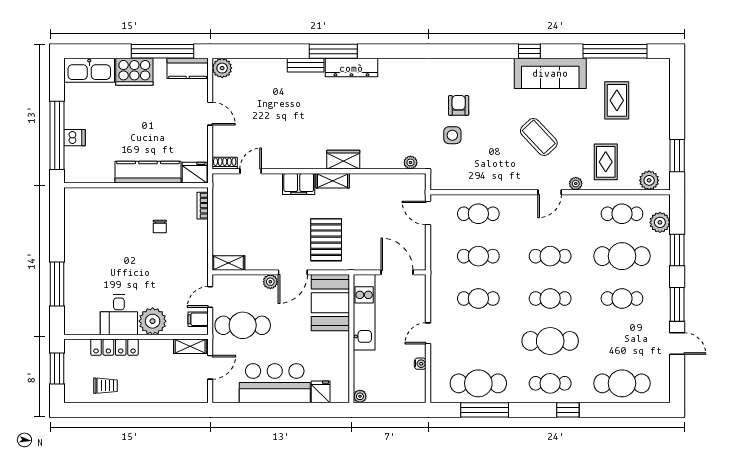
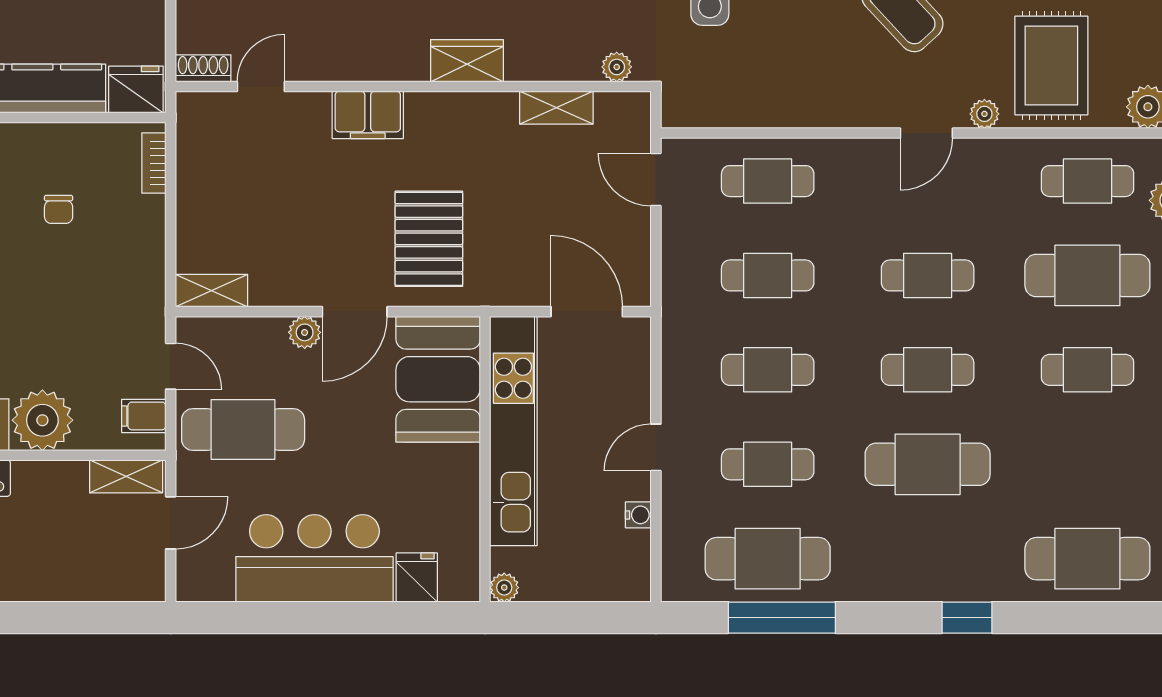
rug: (606, 162) -> (1051, 66), width x1.36, depth x1.43
shelving: (333, 181) -> (556, 108), moved
door: (210, 297) -> (171, 366), swing flipped
kitchen unit: (364, 312) -> (513, 431), width x1.36
cafe table: (550, 383) -> (768, 464), moved

